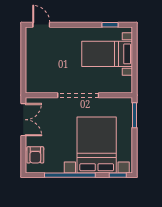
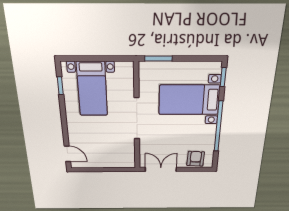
door: (41, 25) -> (67, 154), swing flipped
bed with nightstands: (97, 145) -> (189, 100), width x0.73
armchair: (35, 155) -> (196, 159), turned -87

